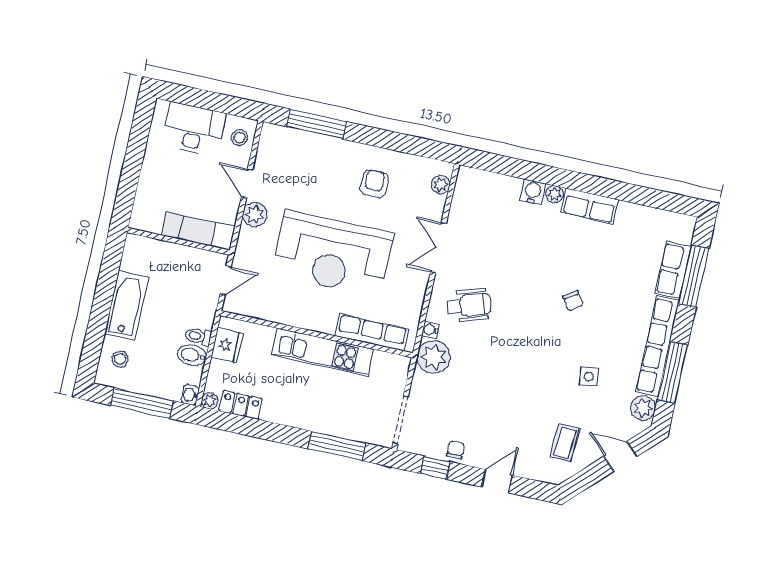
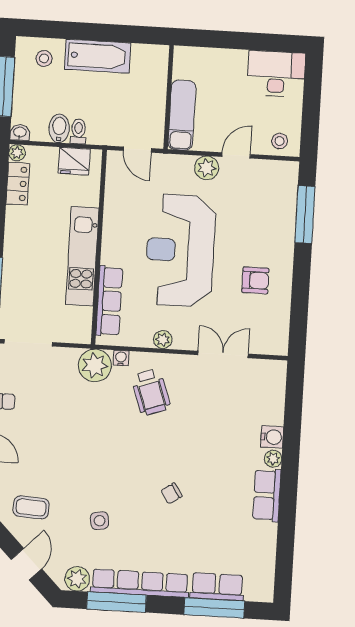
desk: (194, 129) -> (276, 74), moved, turned -90
plant: (441, 185) -> (163, 340), moved
double door: (438, 248) -> (223, 354), moved

